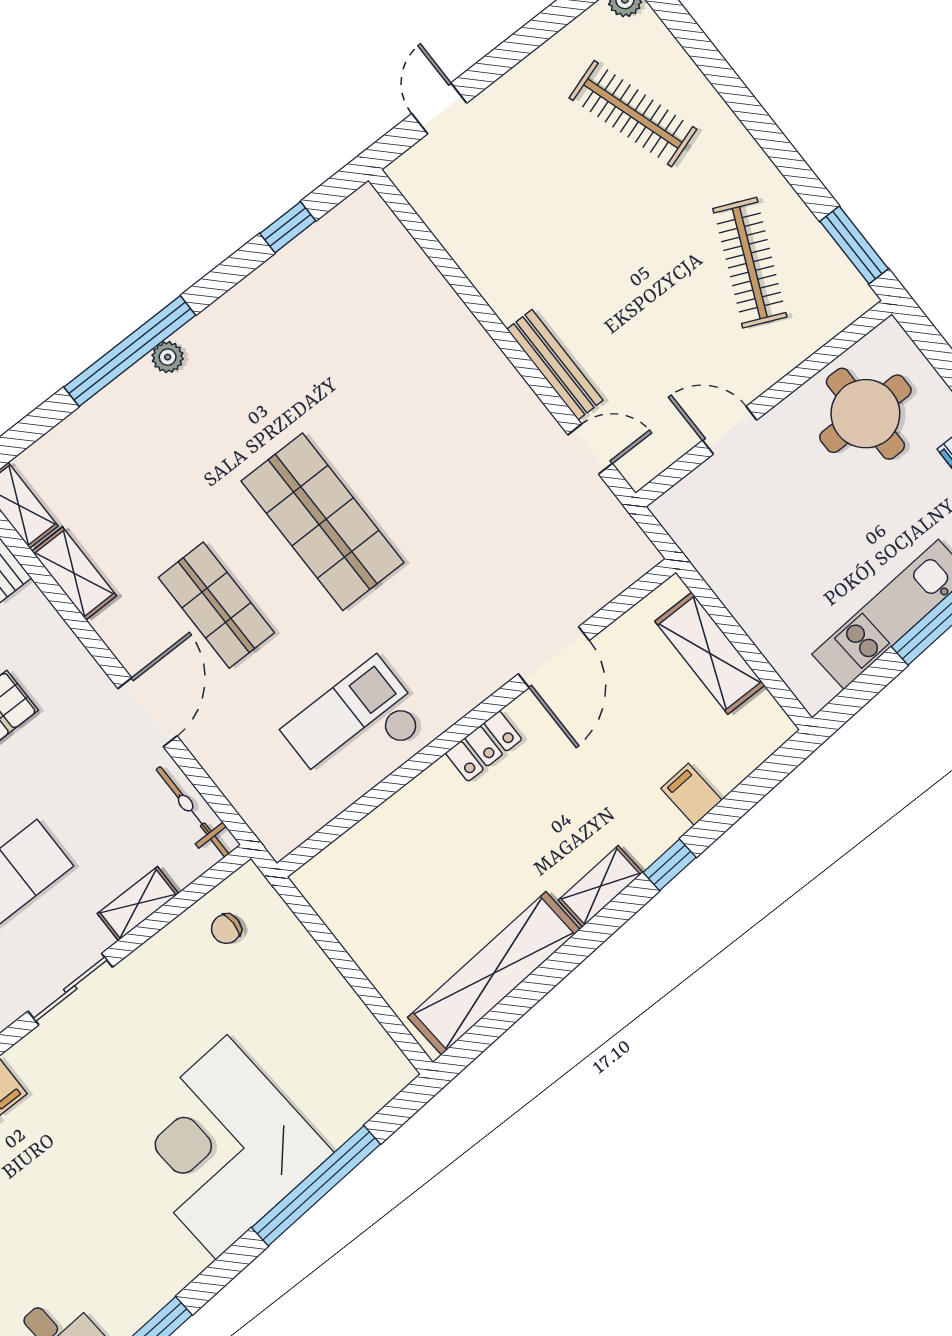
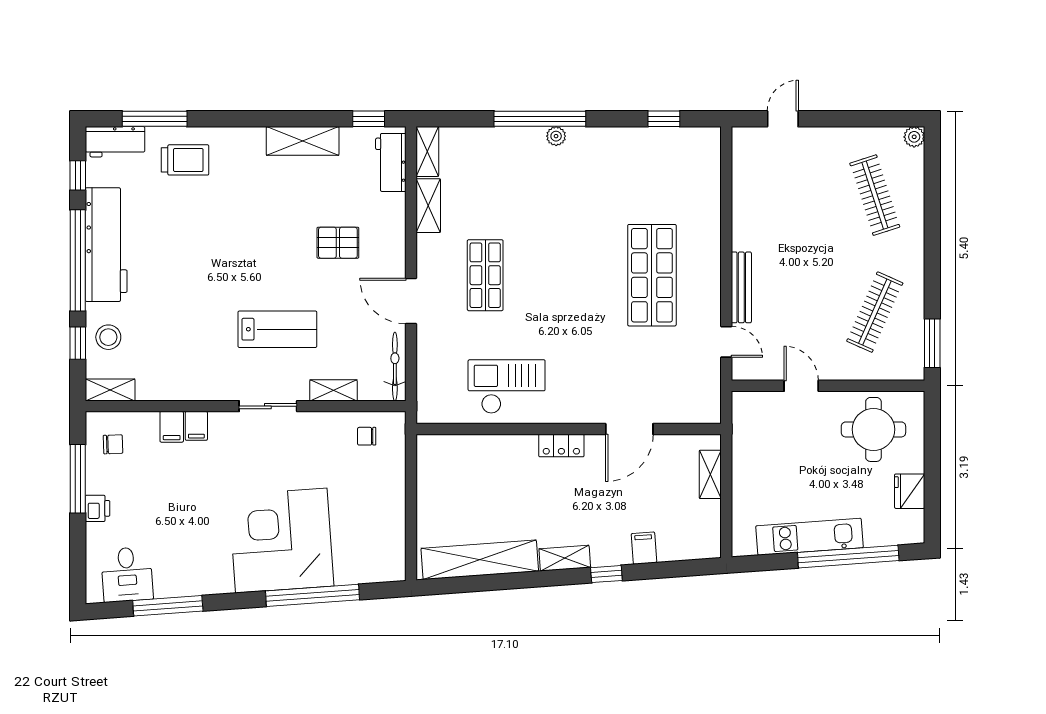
shop shelf: (323, 522) -> (652, 275), moved
shelving: (710, 653) -> (710, 474), width x0.67, depth x0.75
door: (147, 712) -> (411, 301), swing flipped

